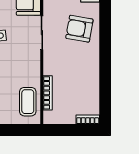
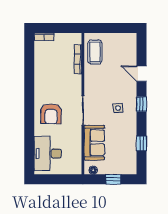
armchair: (79, 29) -> (51, 114), turned 80

